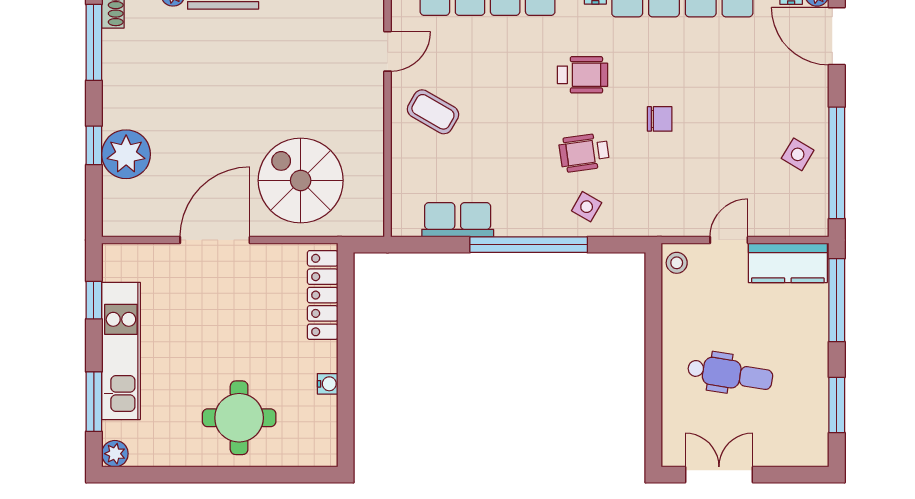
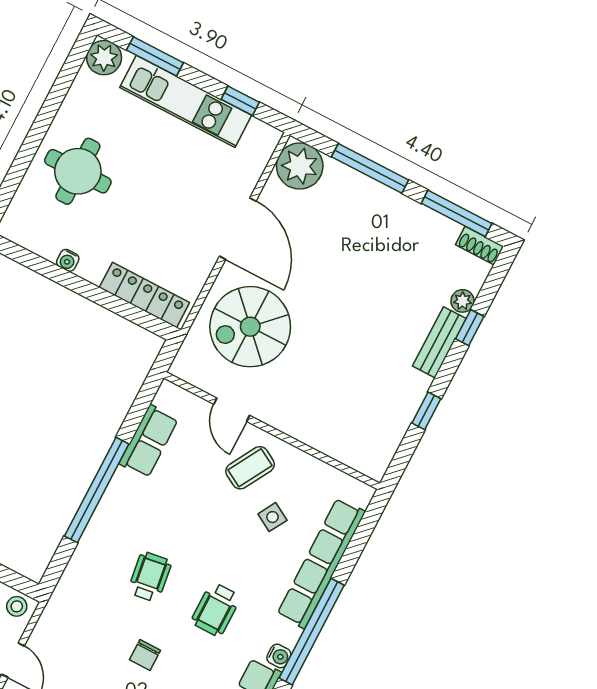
door: (388, 51) -> (232, 410), moved
window: (94, 145) -> (370, 168), width x2.17
plant: (126, 154) -> (300, 166), moved
spiral stairs: (301, 180) -> (250, 327), turned 180
side table: (587, 207) -> (272, 517), moved
plant: (115, 454) -> (104, 58), width x1.38, depth x1.38

